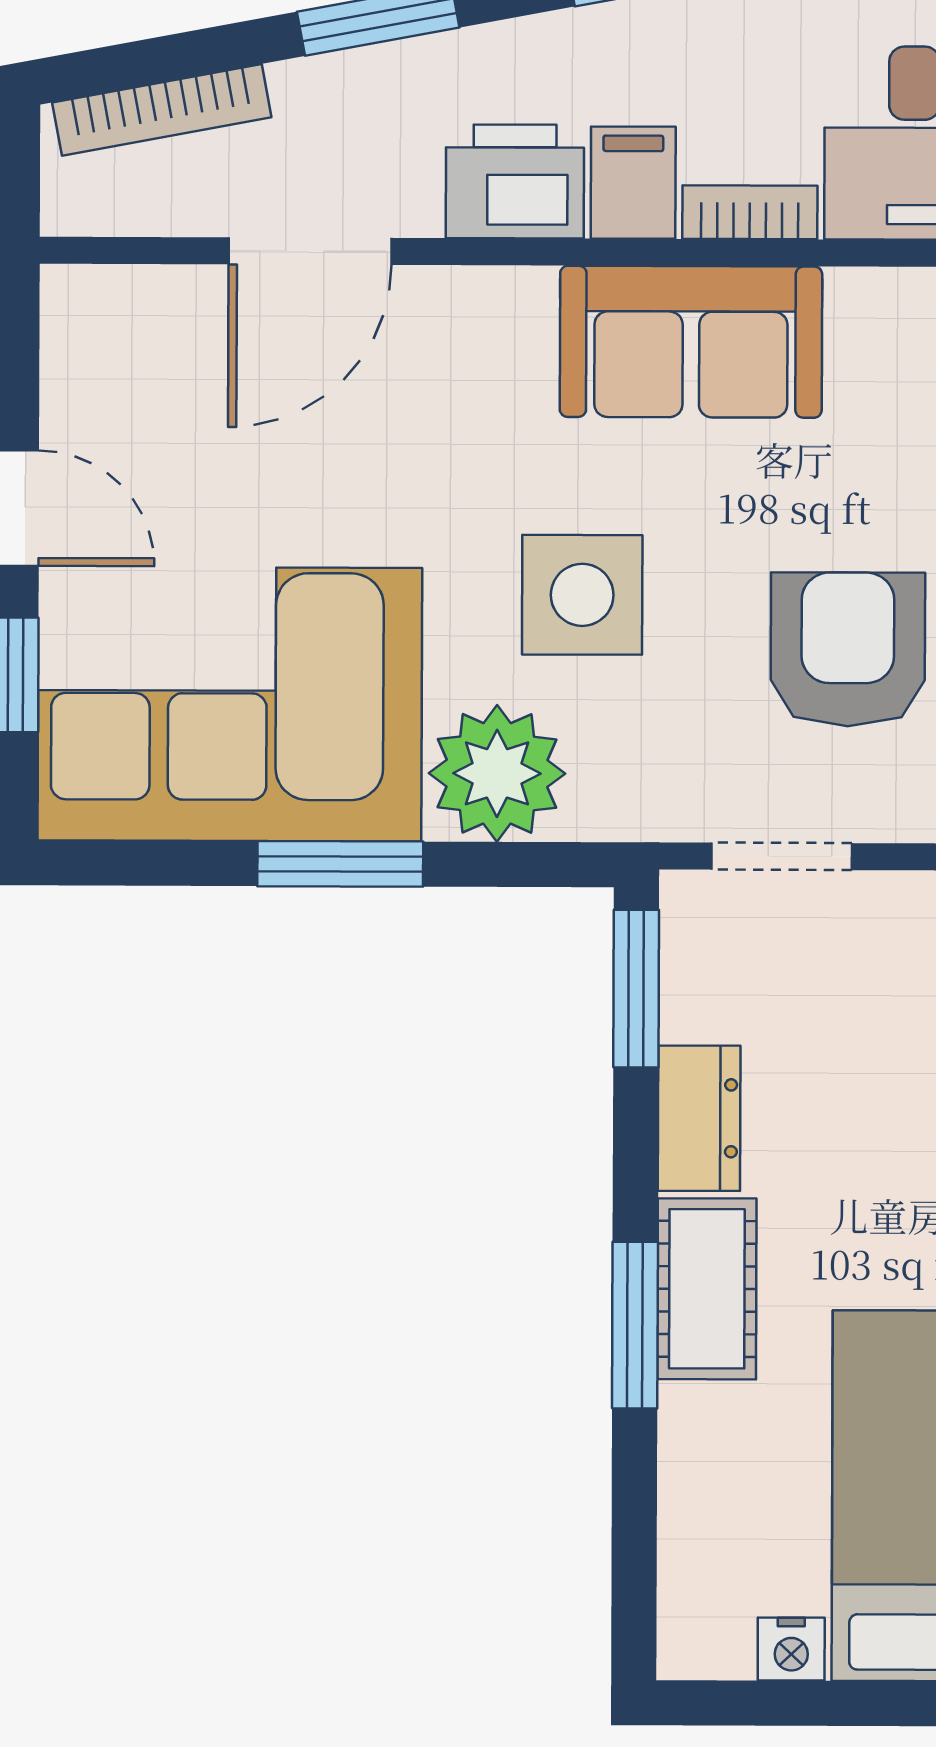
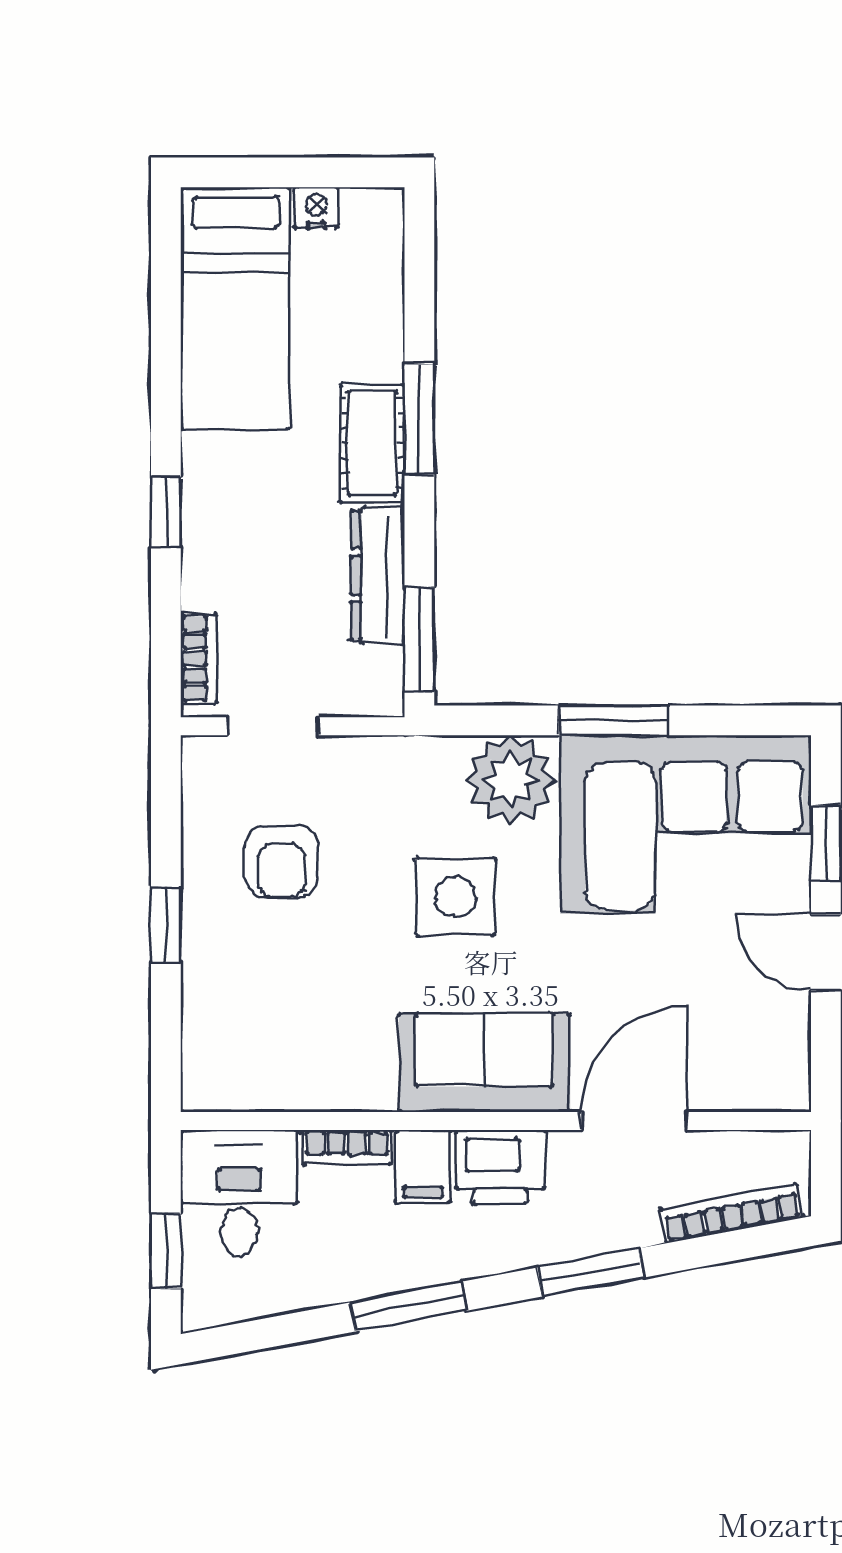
sofa: (691, 342) -> (485, 1063), moved
armchair: (848, 649) -> (282, 862), width x0.72, depth x0.72
doorway: (782, 856) -> (273, 726), moved
dresser: (699, 1118) -> (378, 576), width x1.44

